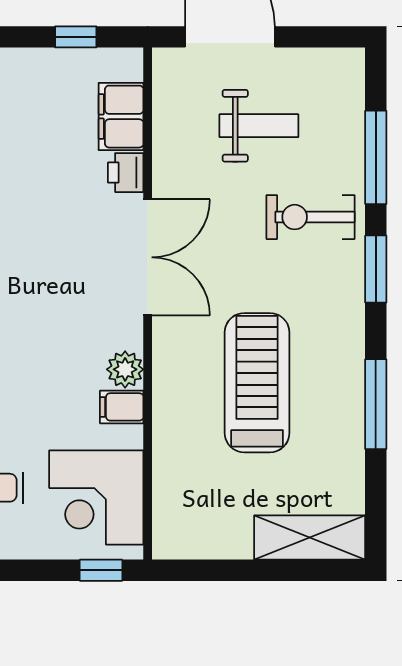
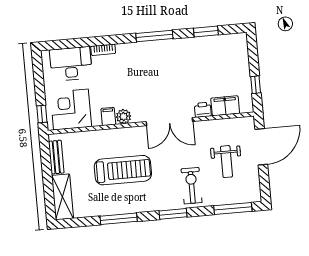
window: (376, 157) -> (233, 208), moved
bench: (210, 544) -> (56, 157), added

